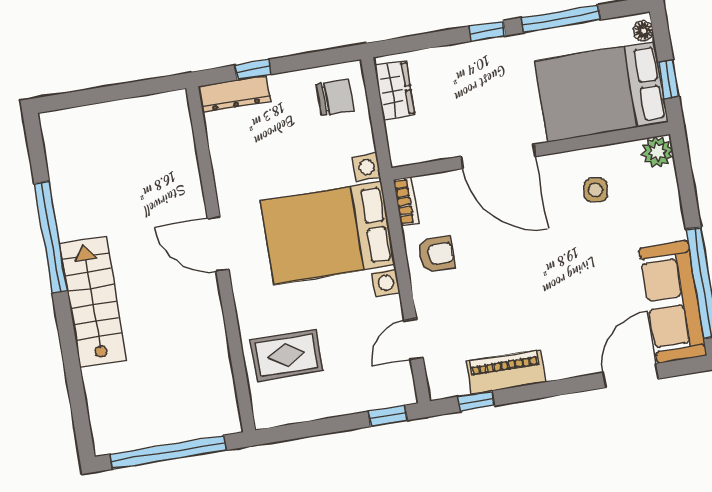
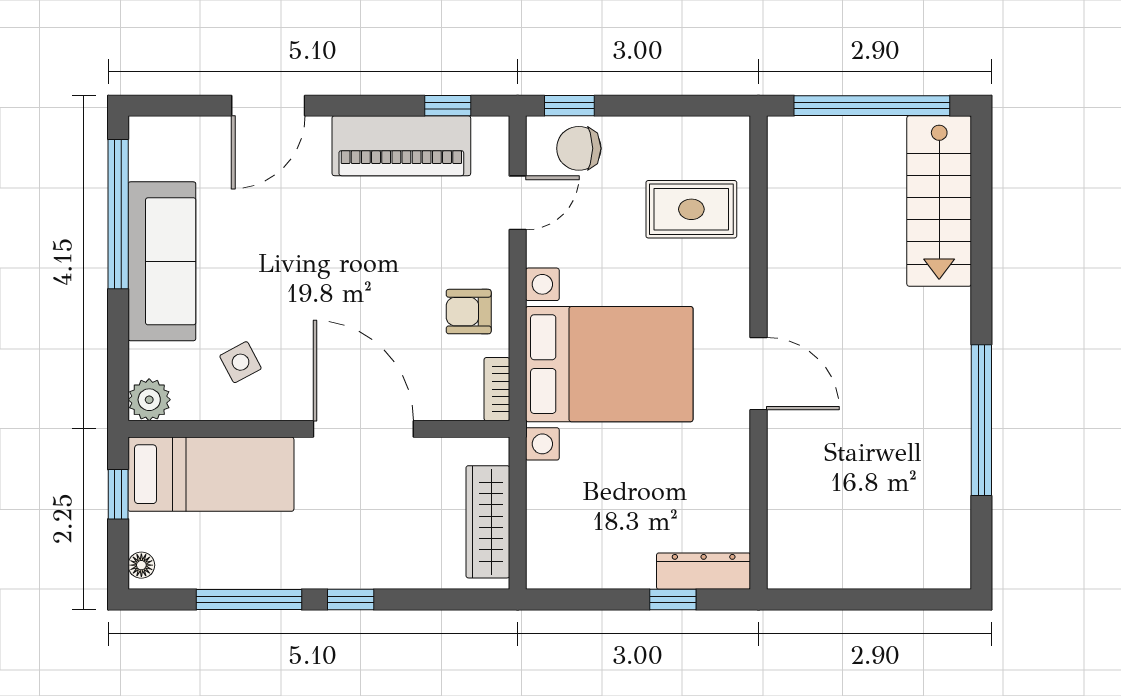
wardrobe: (395, 90) -> (488, 522), width x1.50
bed: (601, 92) -> (211, 474), width x0.67
chair: (335, 98) -> (579, 148), moved
side table: (596, 190) -> (241, 362), turned -37
stairs: (93, 302) -> (939, 201), moved
sofa: (673, 302) -> (162, 261), moved
piano: (506, 372) -> (401, 146), width x1.37, depth x1.33
door: (631, 376) -> (268, 106), moved

